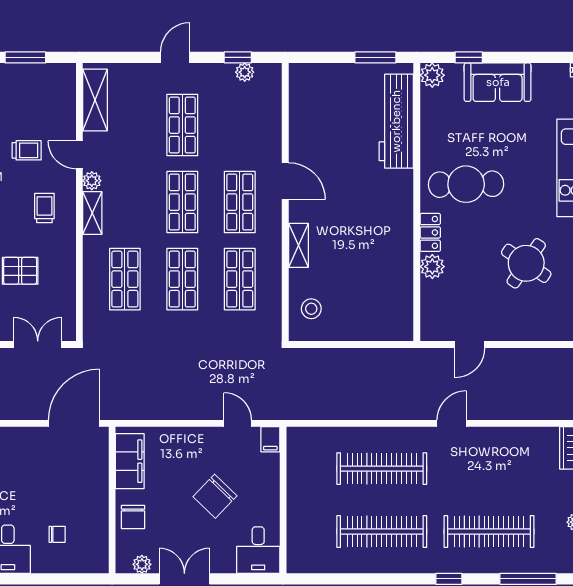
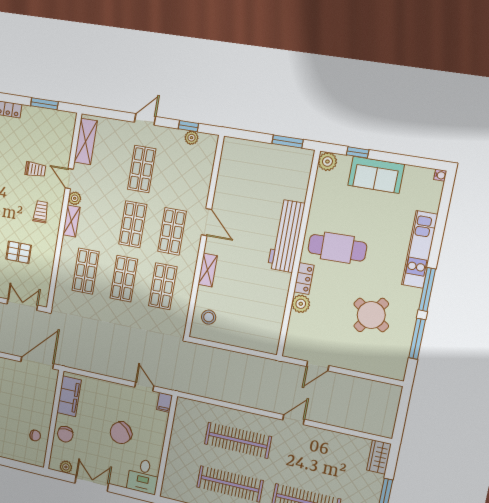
workbench: (396, 121) -> (286, 236), moved
chair: (57, 534) -> (35, 435), moved

